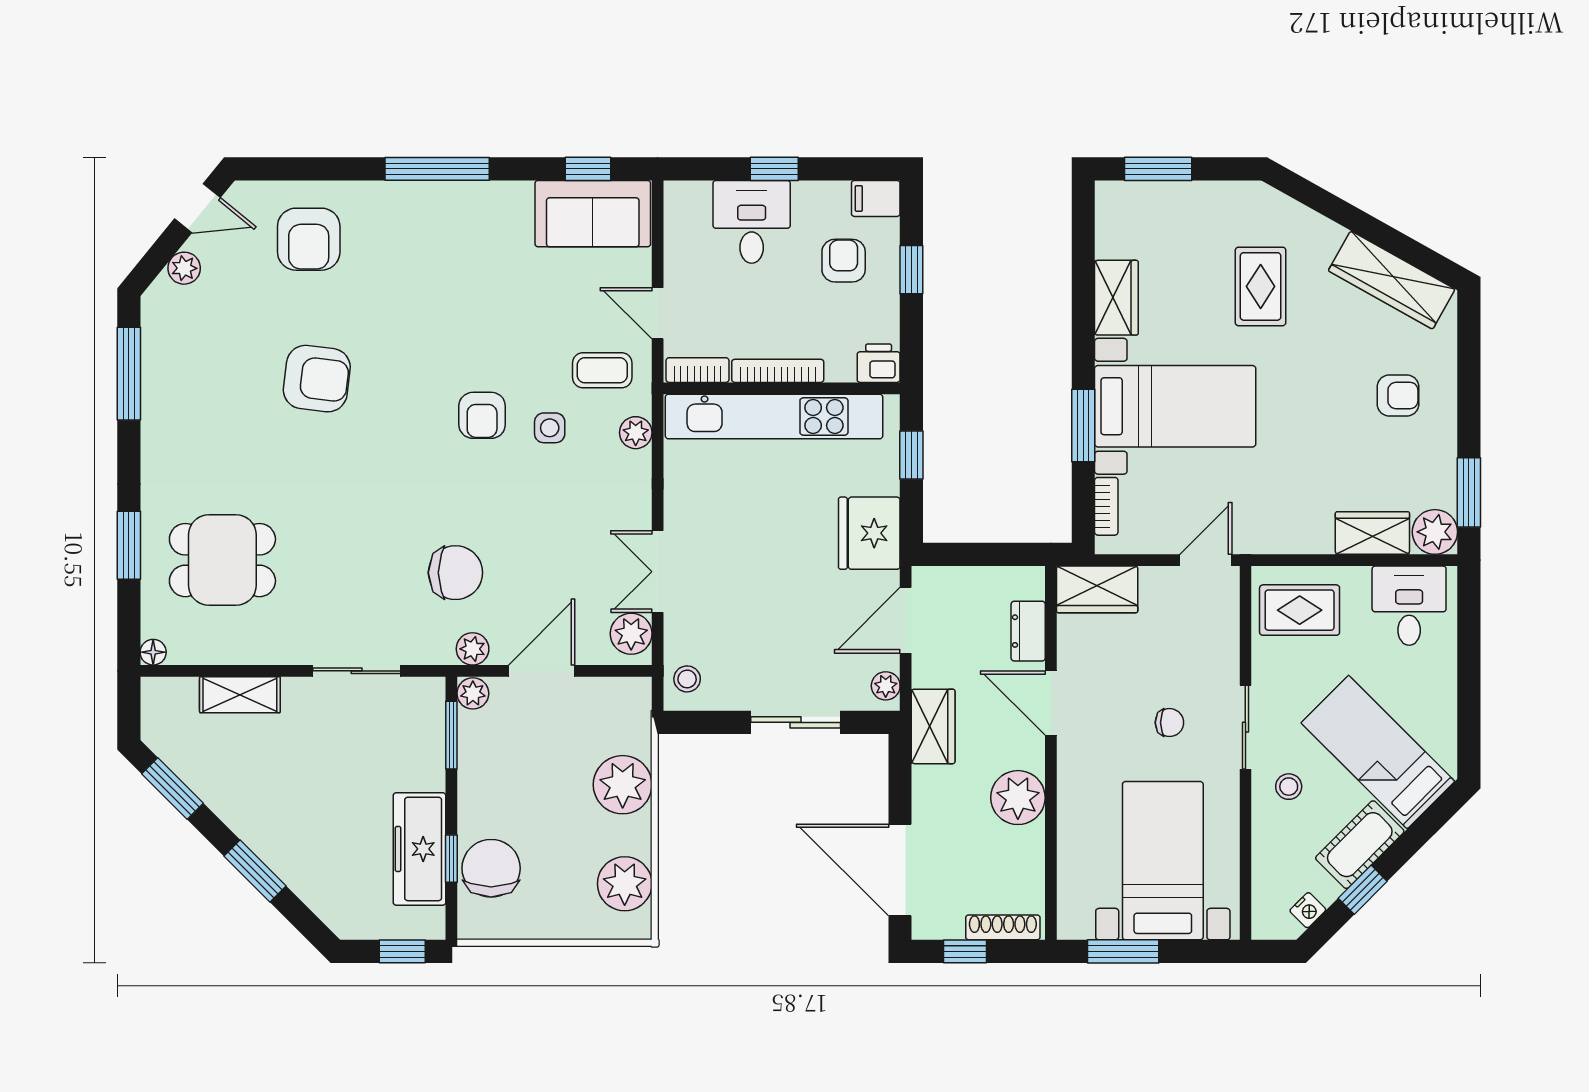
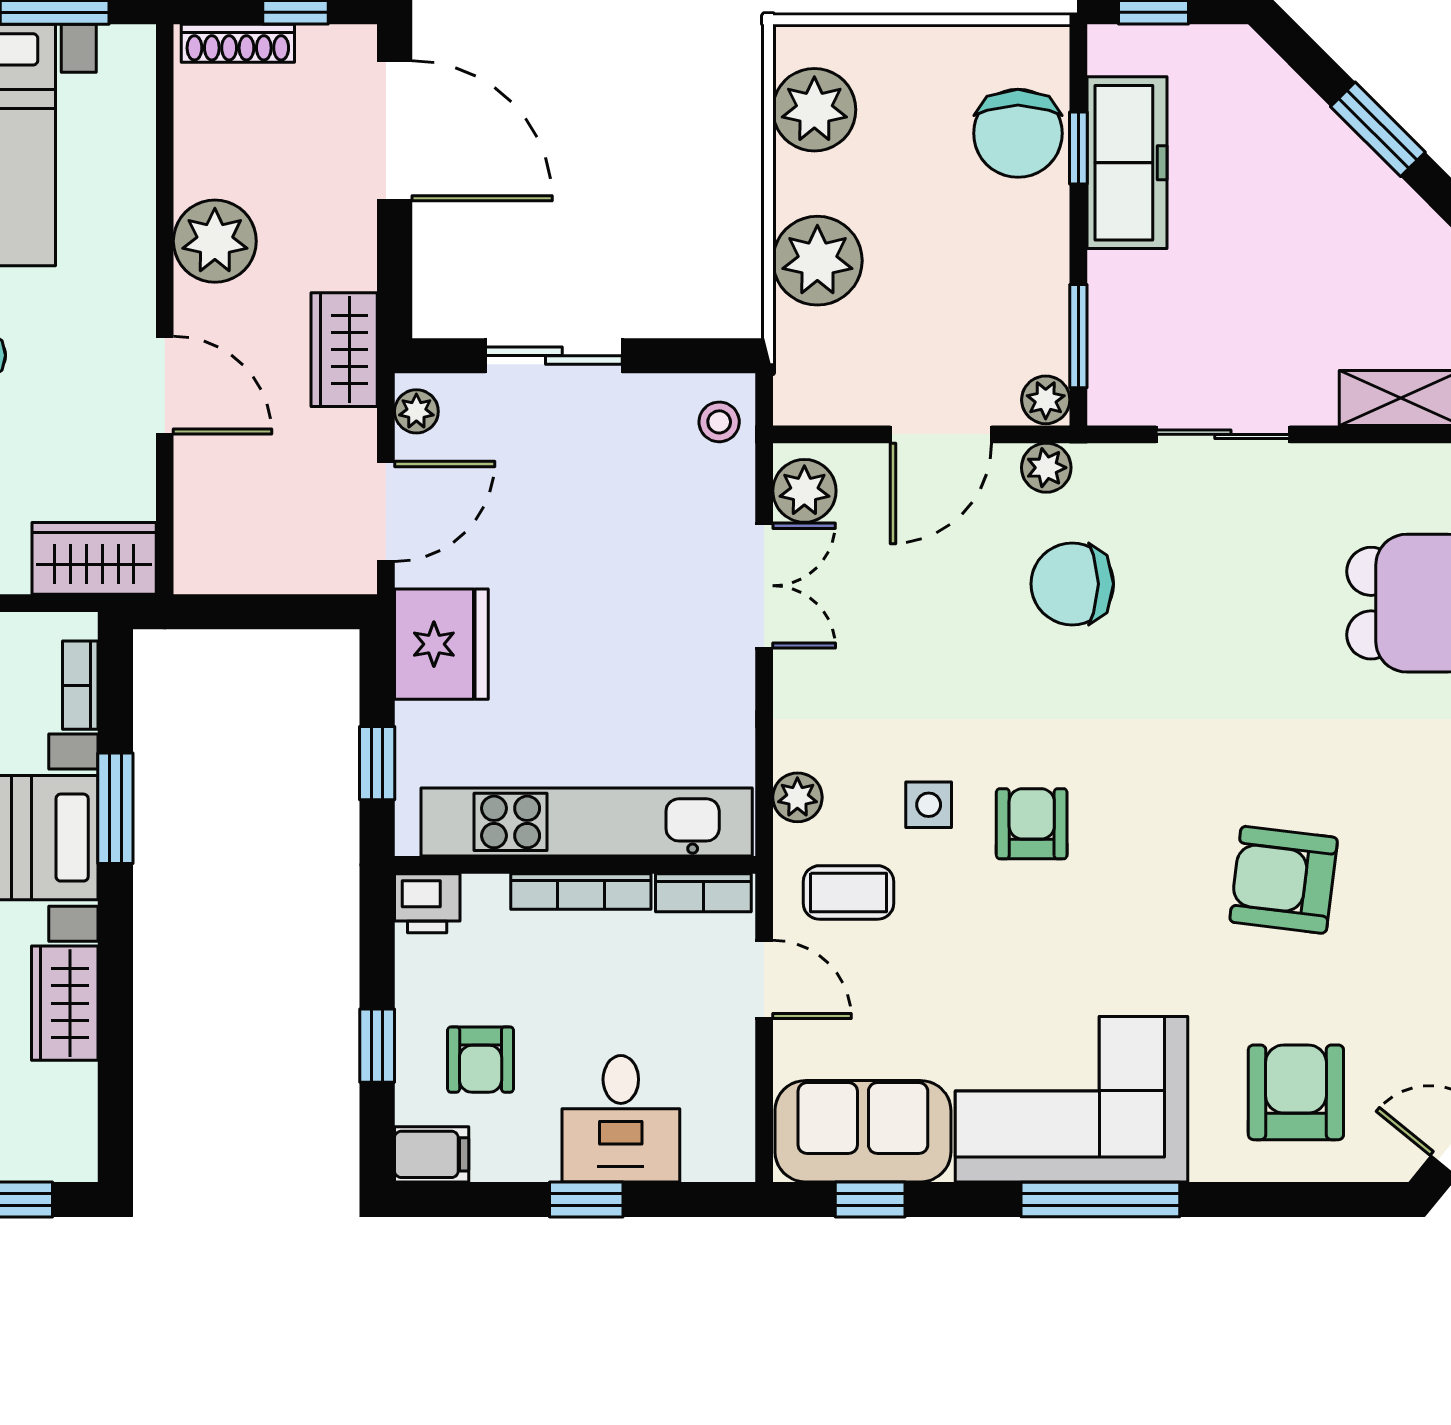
corner sofa: (456, 235) -> (1072, 1099), added
dresser: (1028, 631) -> (199, 495), removed

